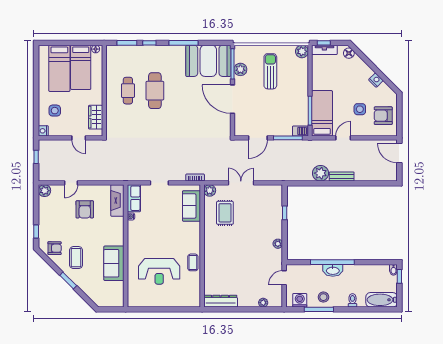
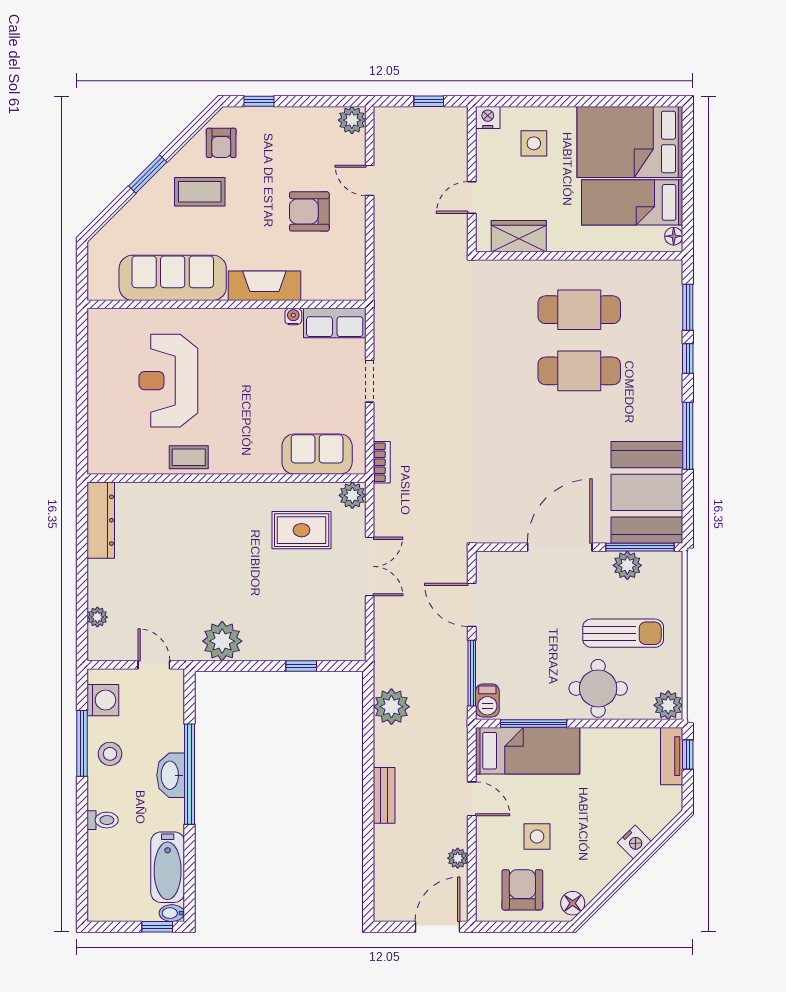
floor lamp: (349, 53) -> (573, 903), moved
bed: (59, 68) -> (630, 142), width x1.50
nightstand: (376, 80) -> (634, 842), moved
round table: (295, 82) -> (598, 688), added
cafe table: (128, 91) -> (579, 310), width x1.37, depth x1.35
plant: (369, 144) -> (458, 858), added
plant: (321, 173) -> (391, 707), moved
fireplace: (117, 200) -> (264, 286), moved
plant: (278, 244) -> (222, 641), width x1.88, depth x1.88
sofa: (114, 263) -> (173, 278), width x1.36
bathtub: (382, 300) -> (168, 867), moved, turned 180

